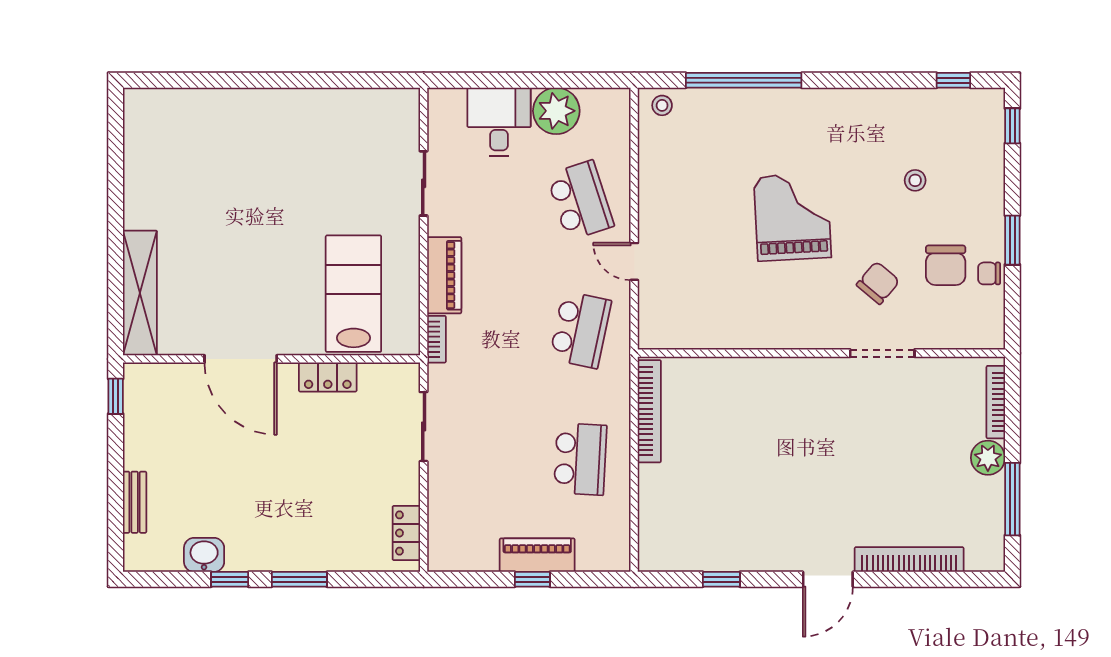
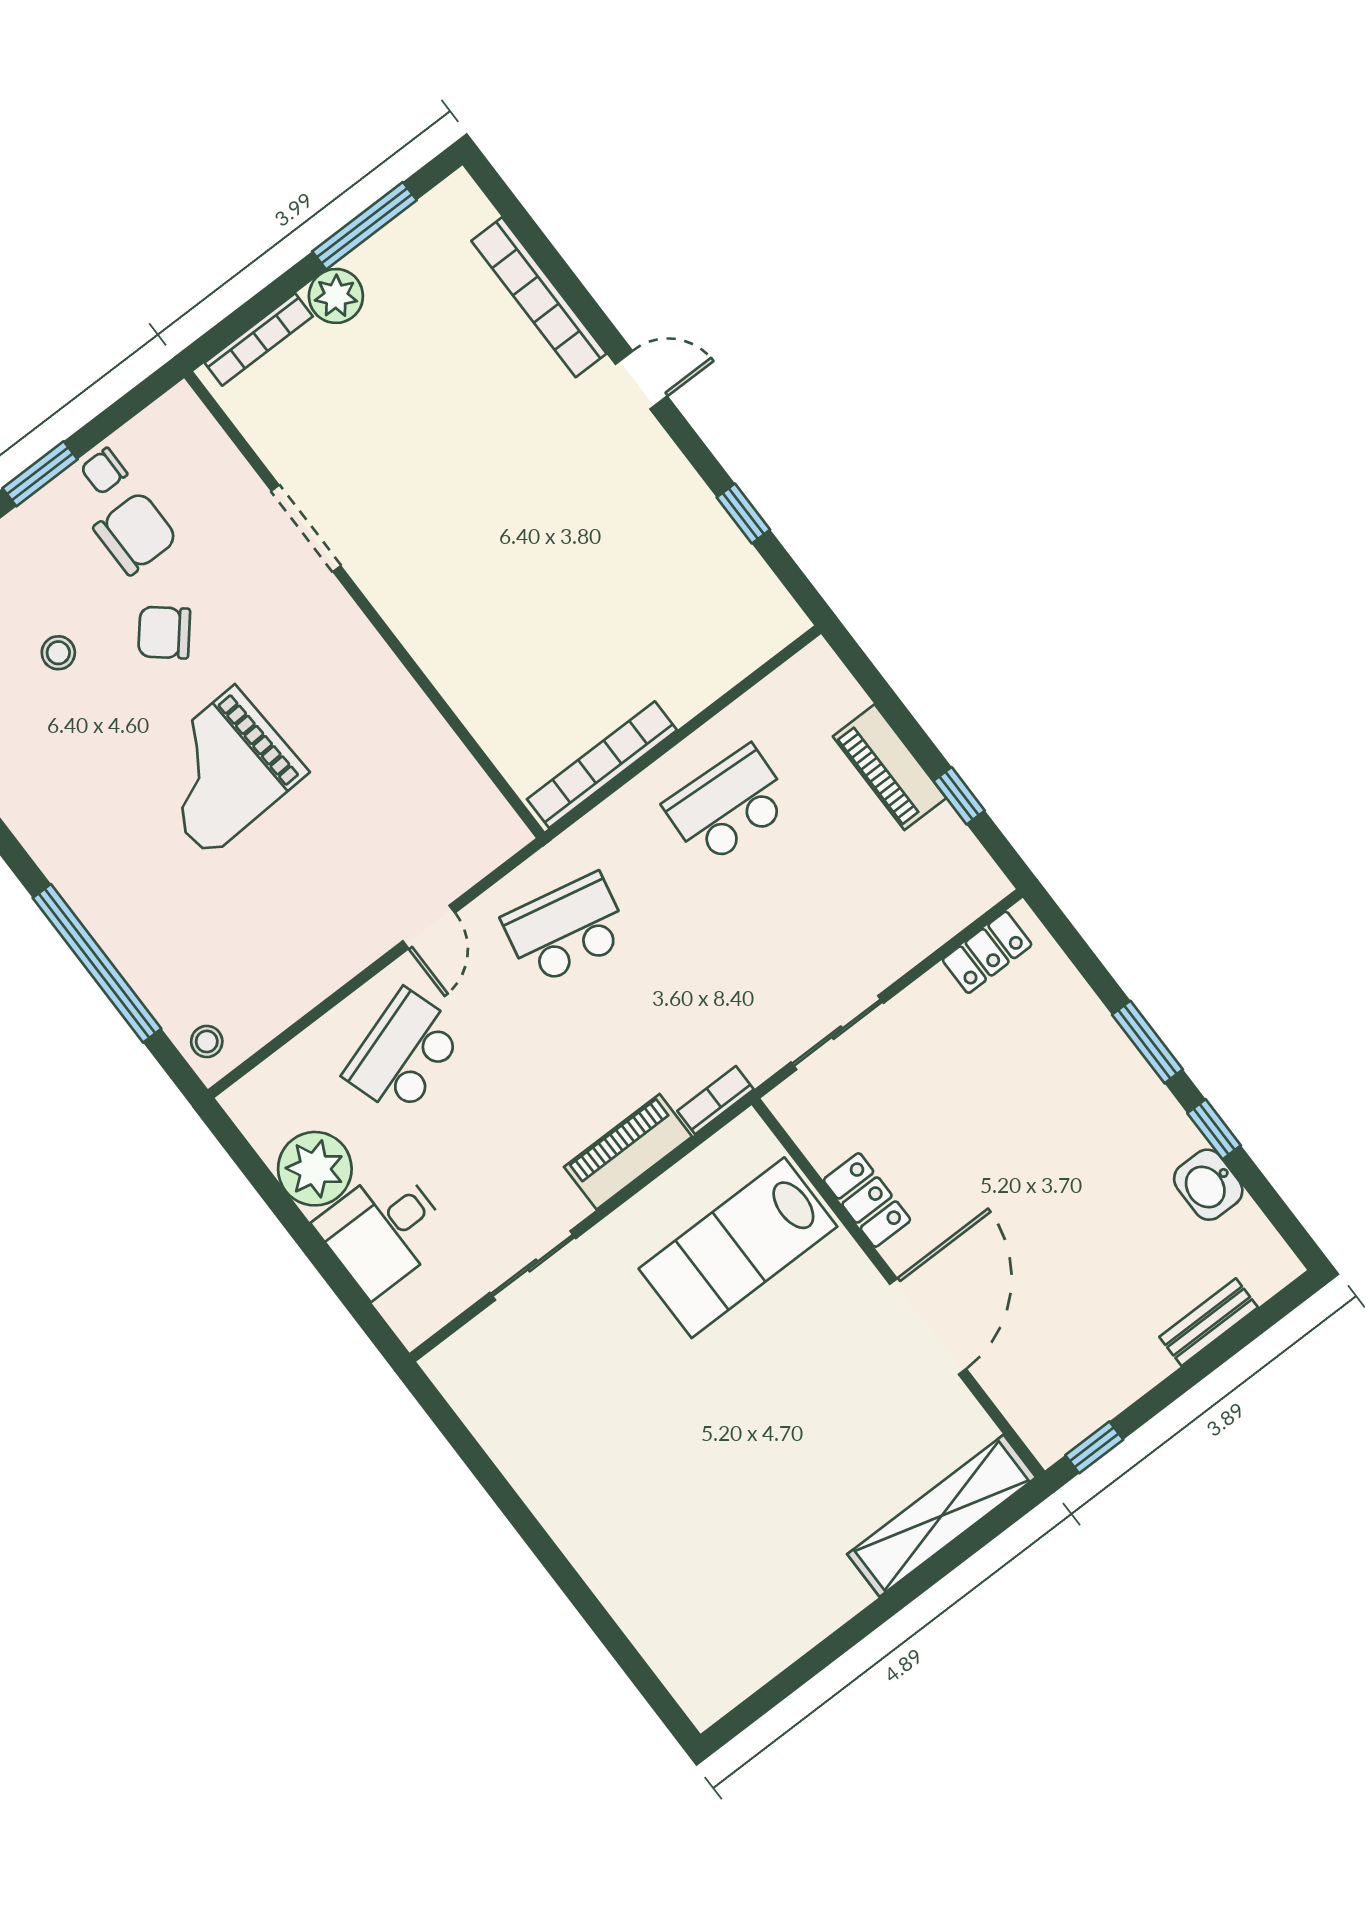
chair: (989, 273) -> (104, 471), turned 90
chair: (878, 283) -> (164, 633), moved
window: (532, 579) -> (959, 796), moved
door: (828, 579) -> (641, 380), width x0.73

